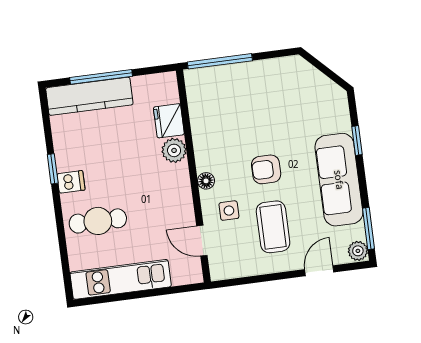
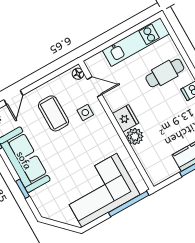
corner sofa: (253, 96) -> (99, 190), added
fridge: (169, 121) -> (126, 118), moved
armchair: (266, 169) -> (72, 148), removed
floor lamp: (206, 181) -> (78, 74), moved

